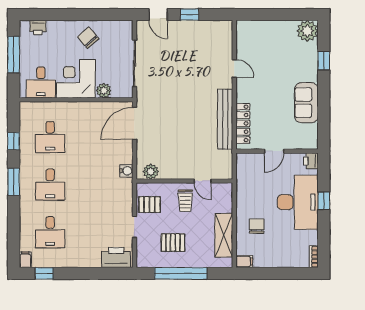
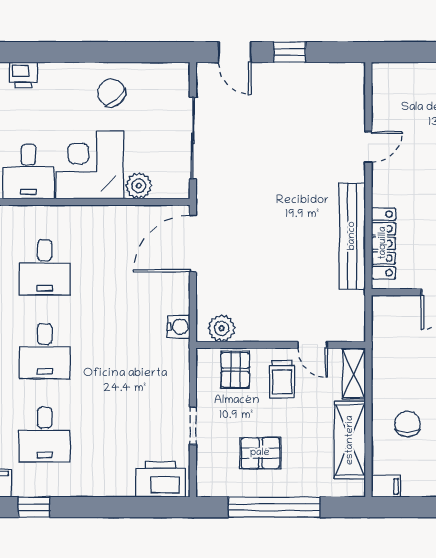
door: (234, 68) -> (368, 147), hinge flipped
shelving: (226, 197) -> (354, 374), added
pallet: (149, 205) -> (235, 370), moved, turned 90

